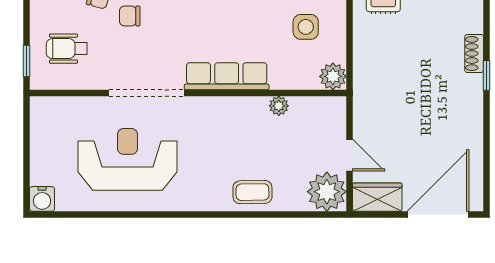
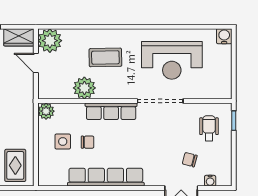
chair: (130, 16) -> (88, 142), moved
wheelchair: (67, 49) -> (209, 128), turned -90
plant: (279, 106) -> (84, 88), width x1.88, depth x1.88
coffee table: (252, 192) -> (105, 57), moved, width x1.36, depth x1.30

